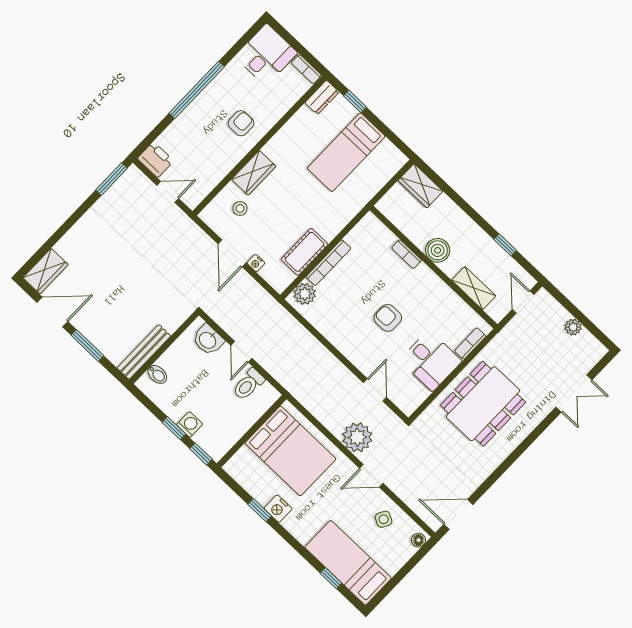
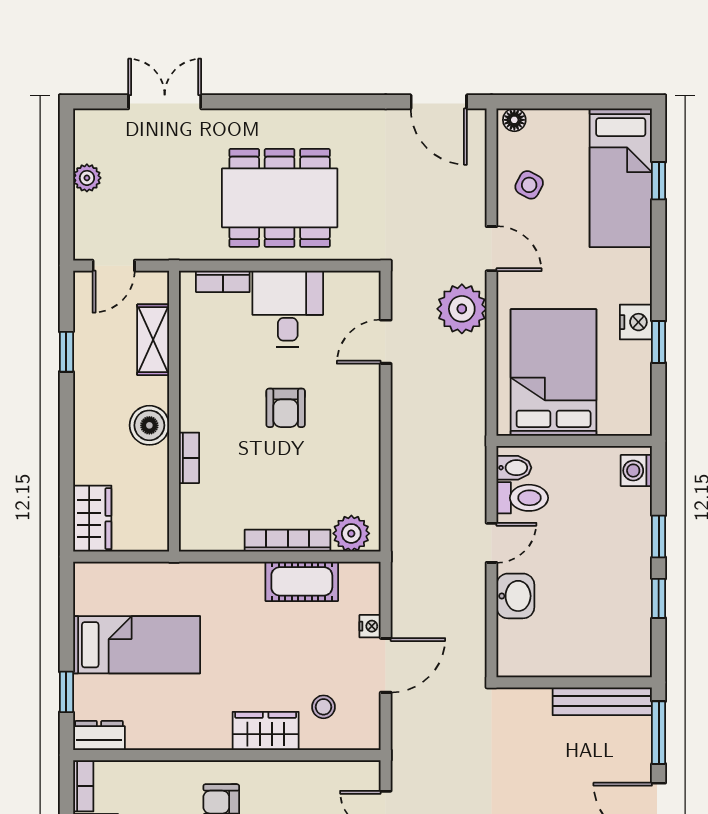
wall: (164, 348) -> (574, 682), moved
bench: (144, 352) -> (602, 701), moved
bidet: (157, 374) -> (514, 468), moved, turned 90
washing machine: (190, 424) -> (636, 471), moved
window: (201, 454) -> (659, 598), moved

